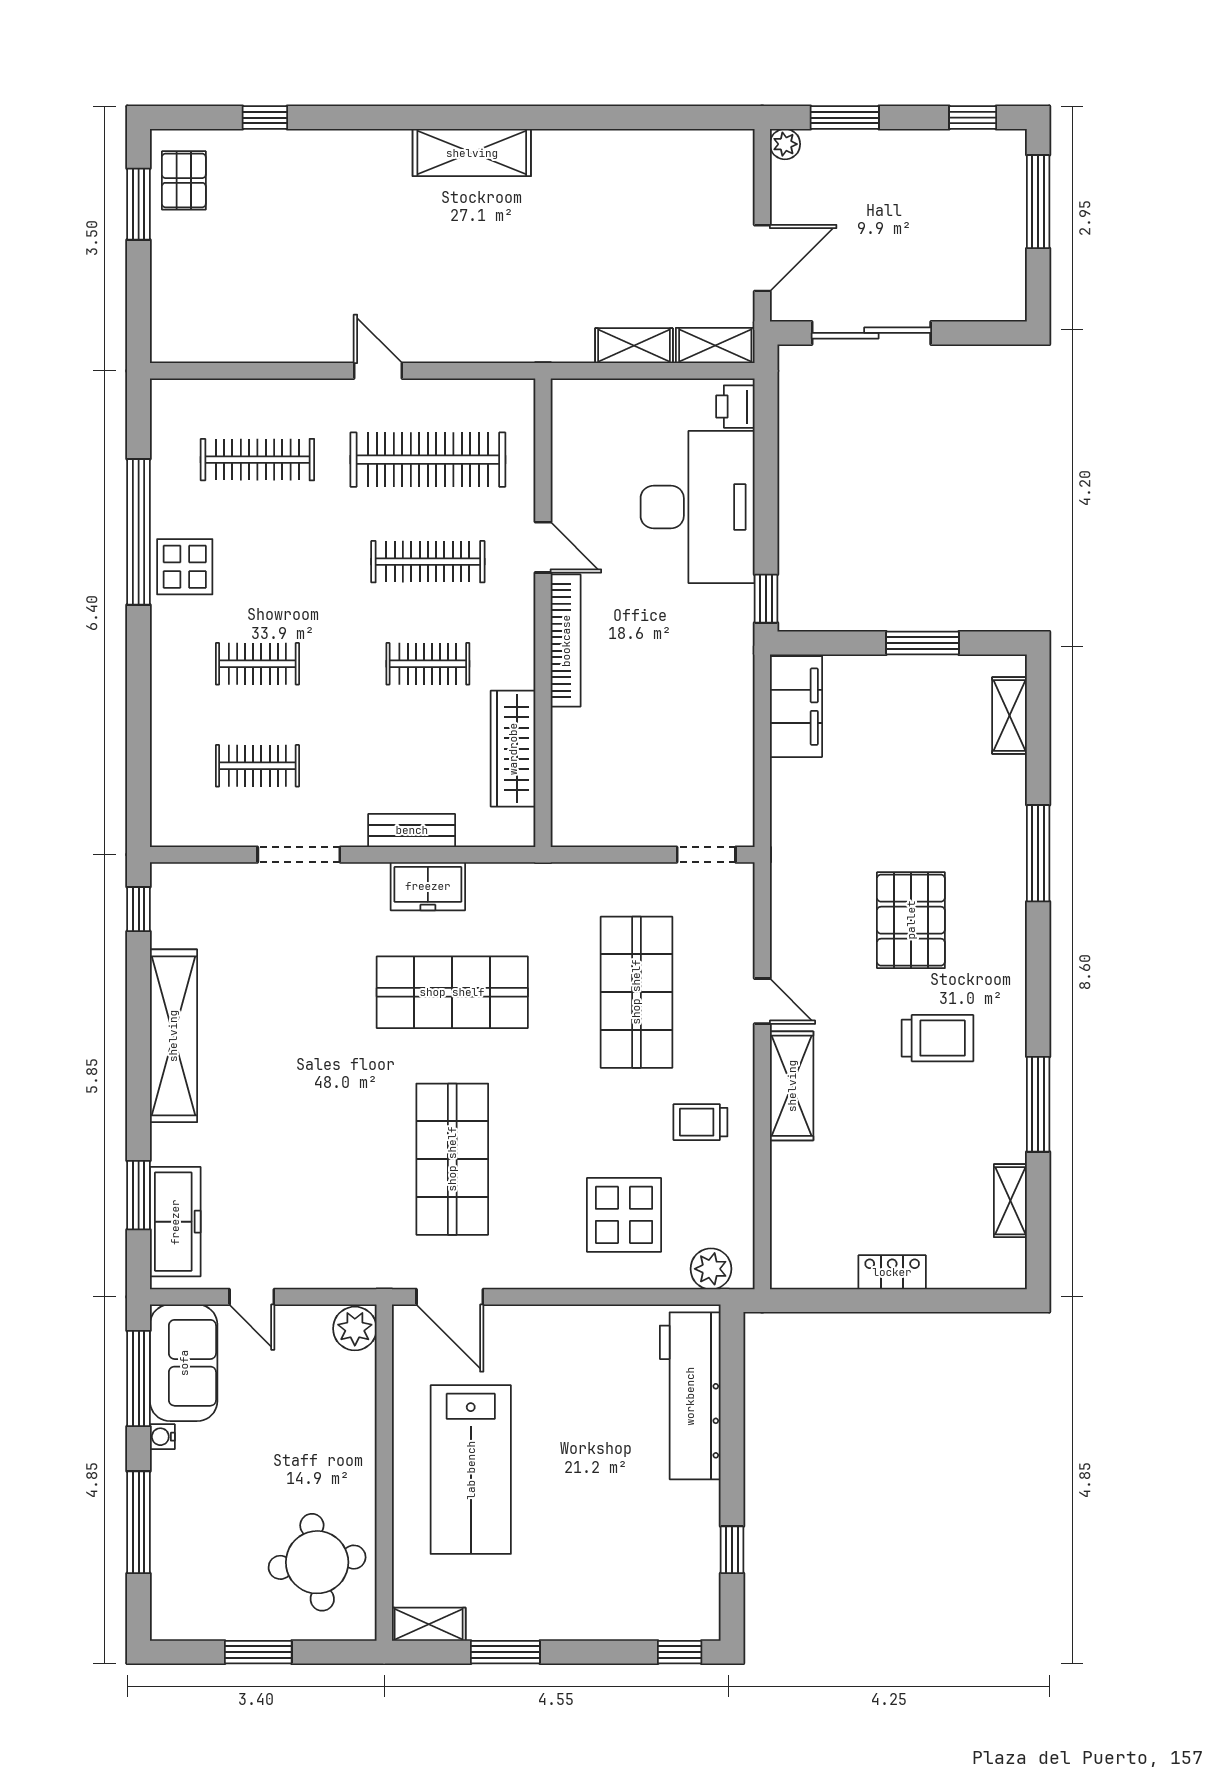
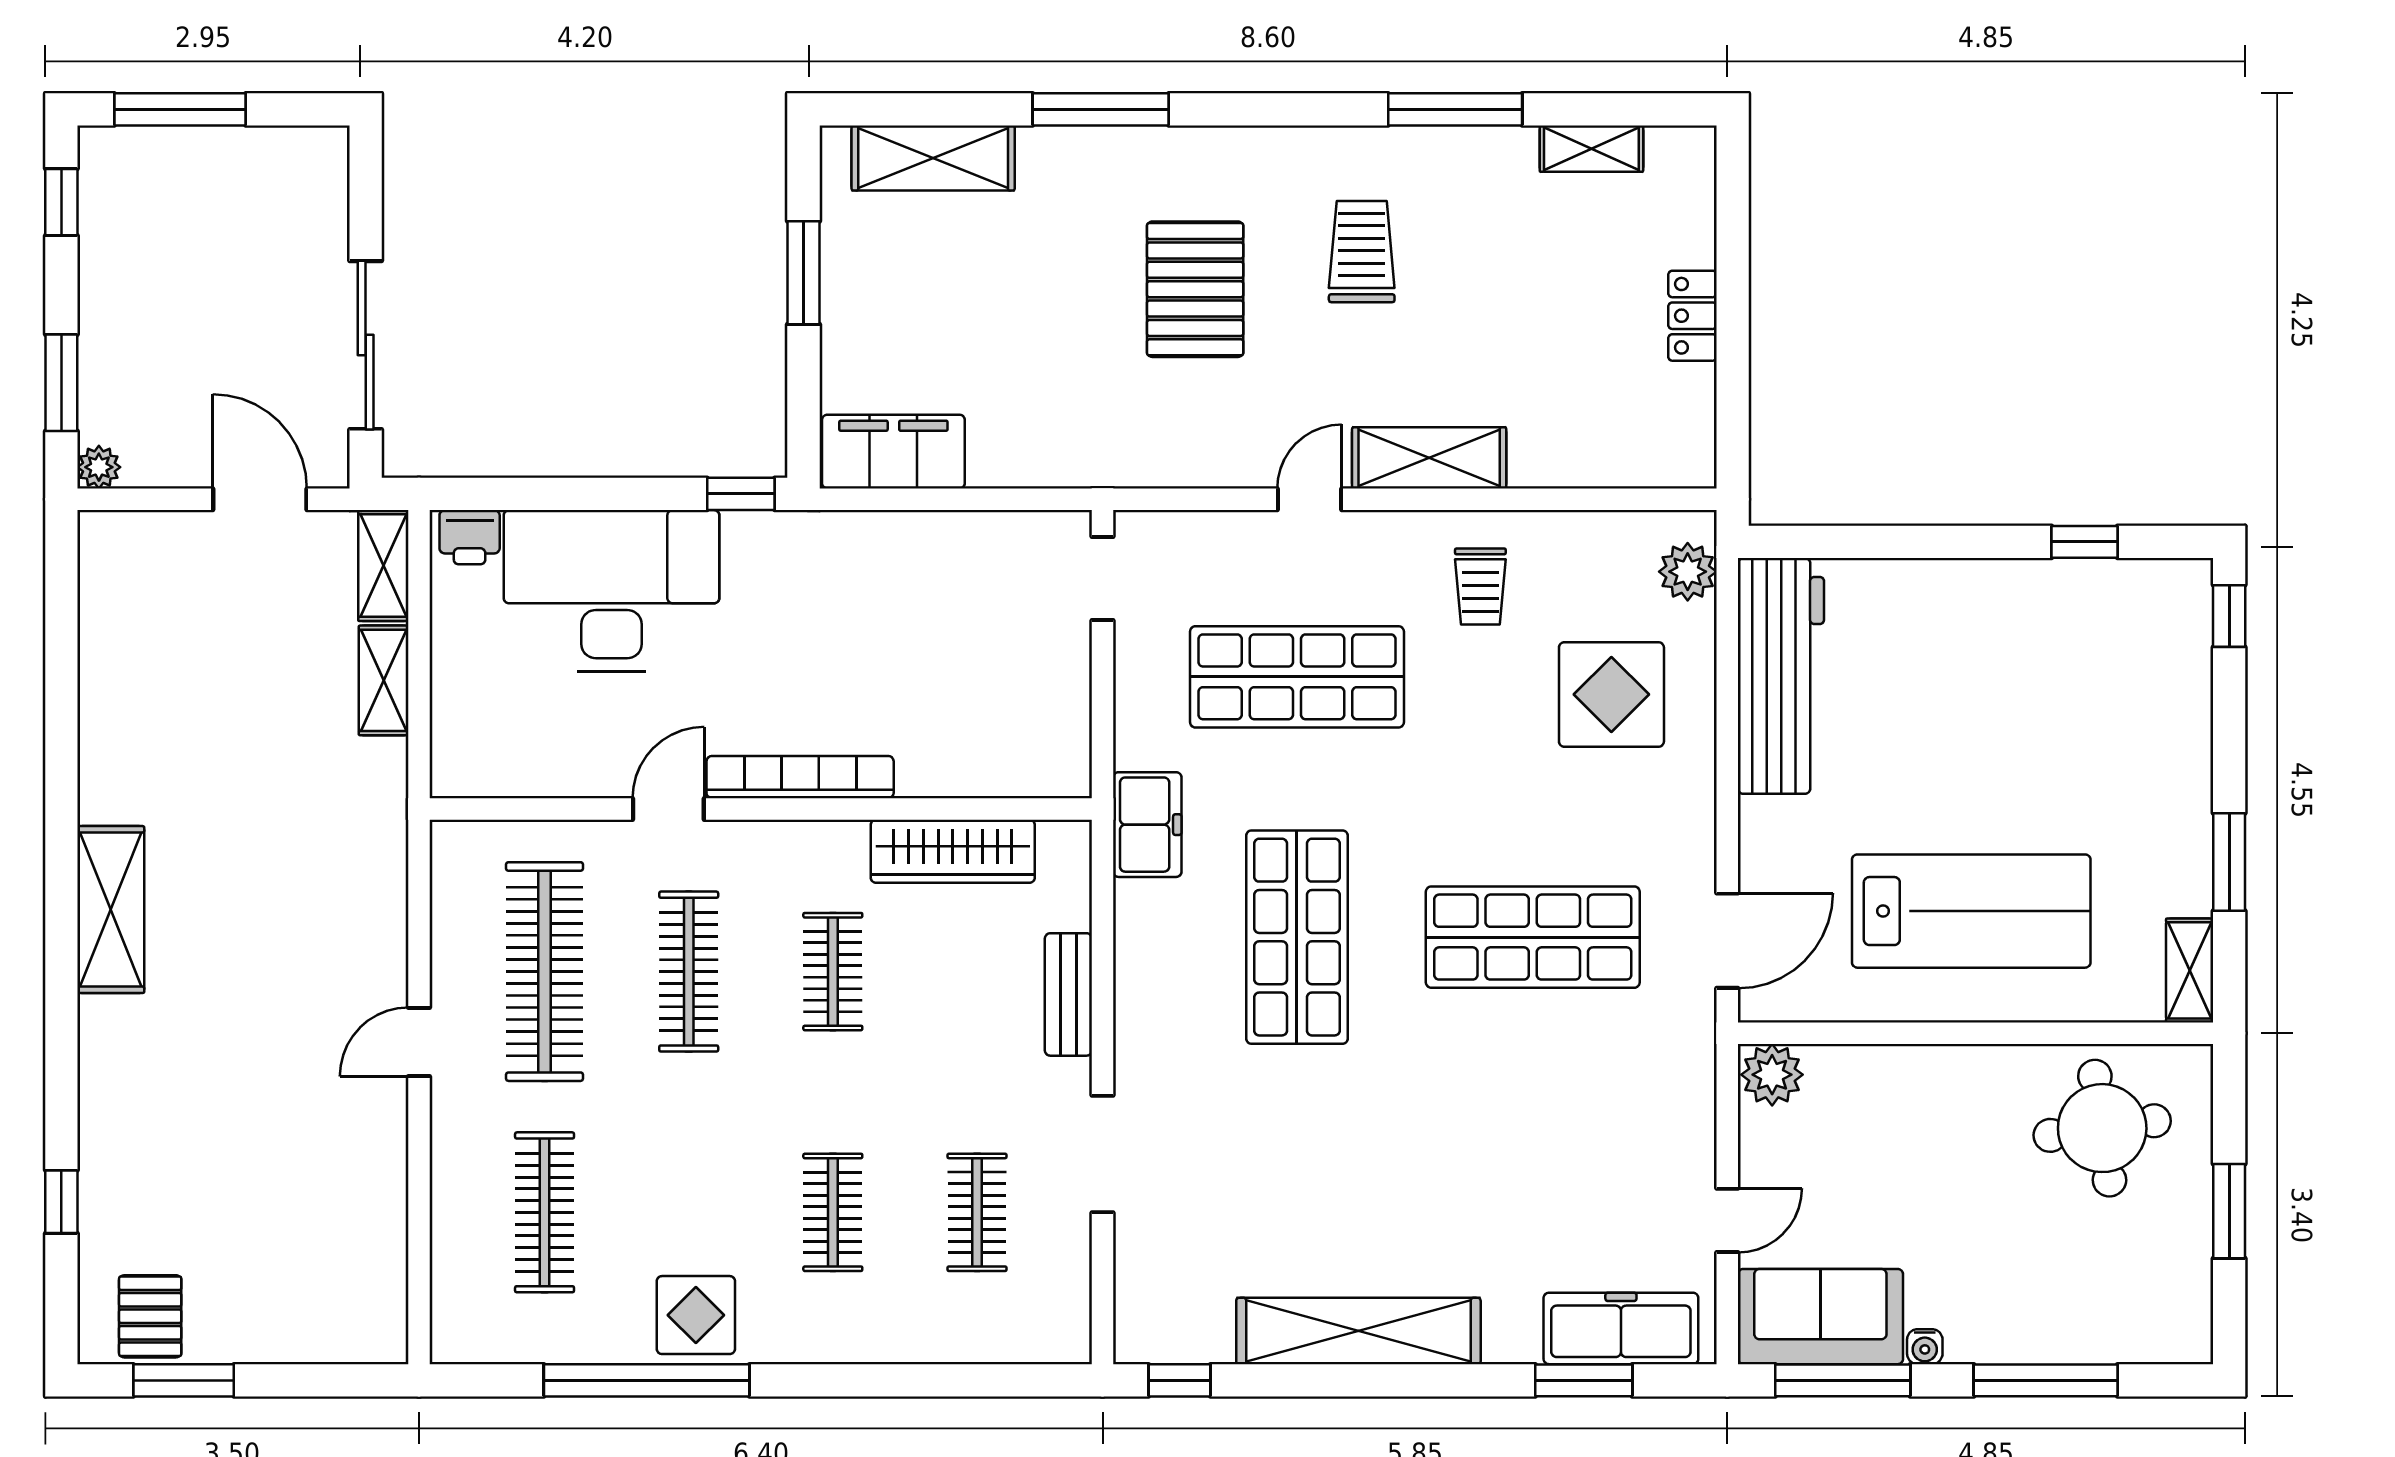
pallet: (184, 180) -> (150, 1316), turned 90
shelving: (1010, 715) -> (933, 158), width x1.50, depth x1.33
freezer: (428, 886) -> (1147, 825), moved
pallet: (911, 920) -> (1195, 289), turned 90
workbench: (690, 1396) -> (1781, 676), moved, turned -90

